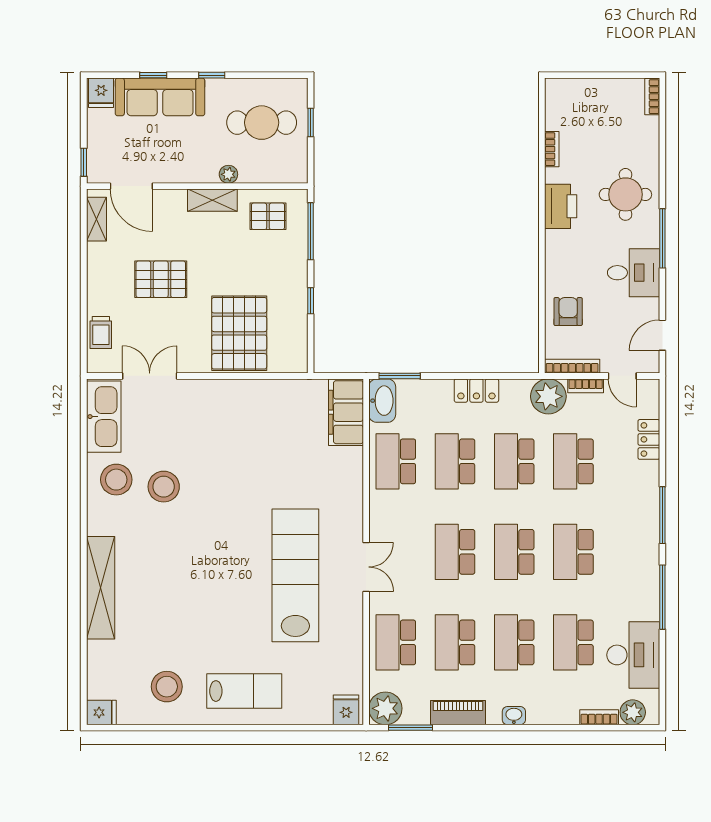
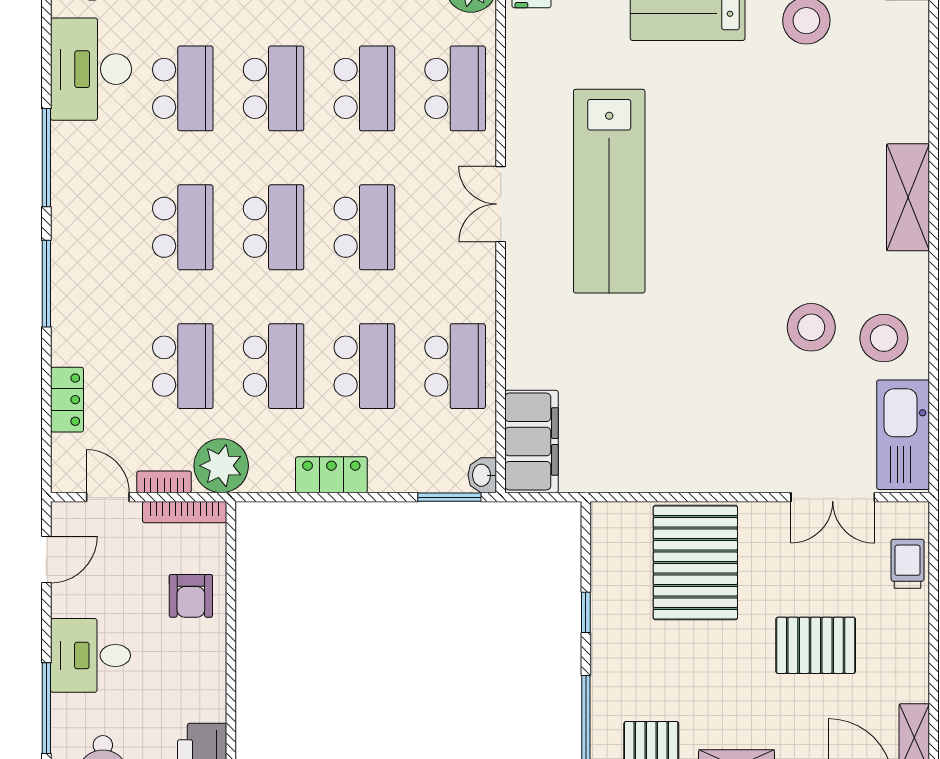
washbasin: (382, 401) -> (482, 475), width x0.52, depth x0.69
shelving: (101, 588) -> (908, 197), width x0.68

